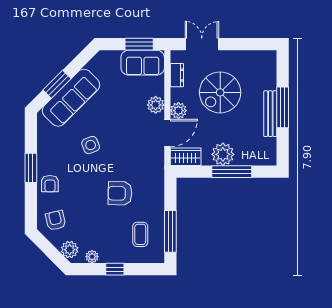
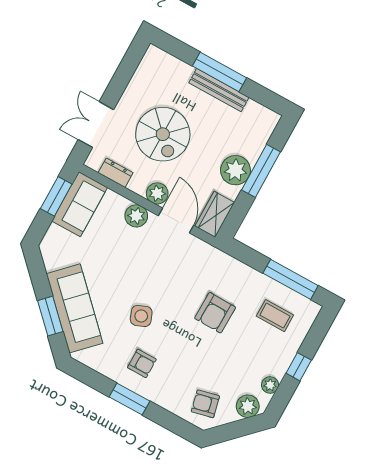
armchair: (50, 184) -> (142, 363), moved

